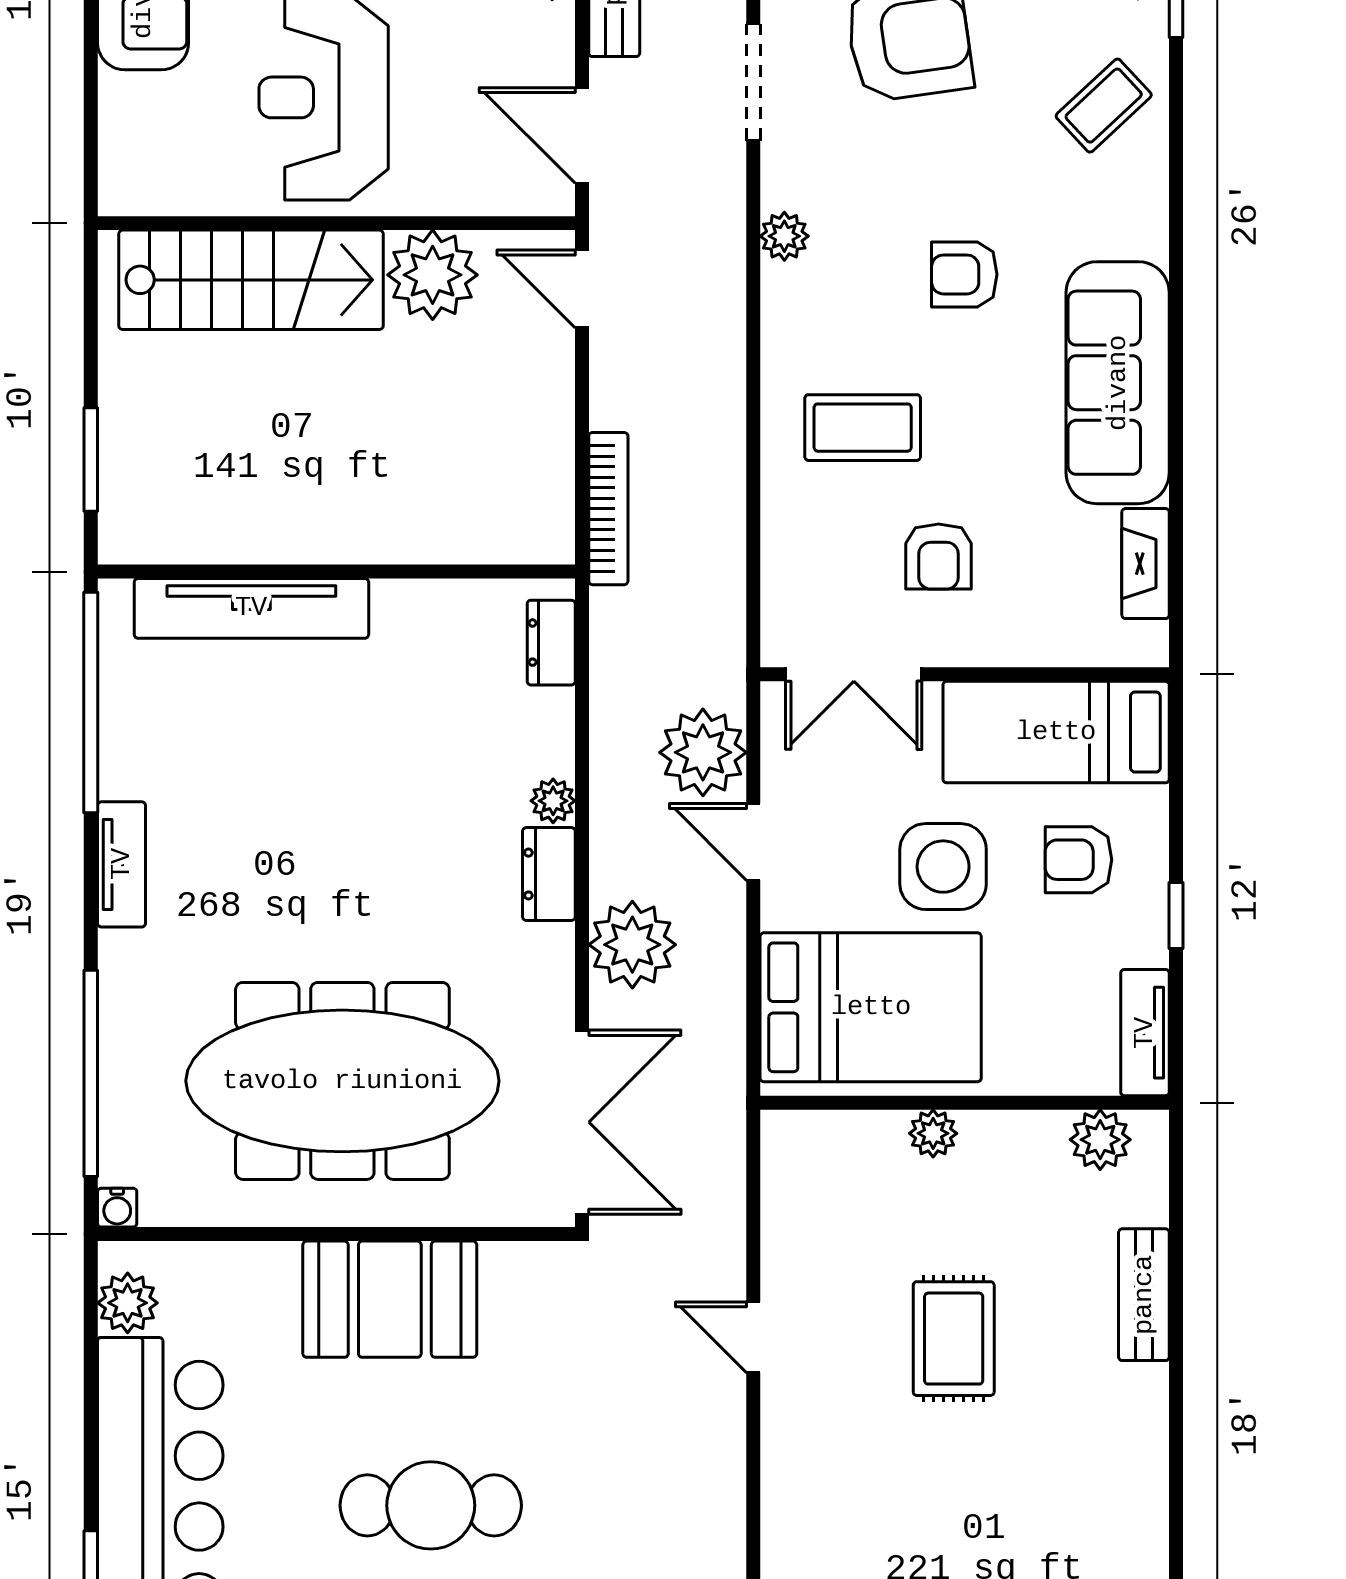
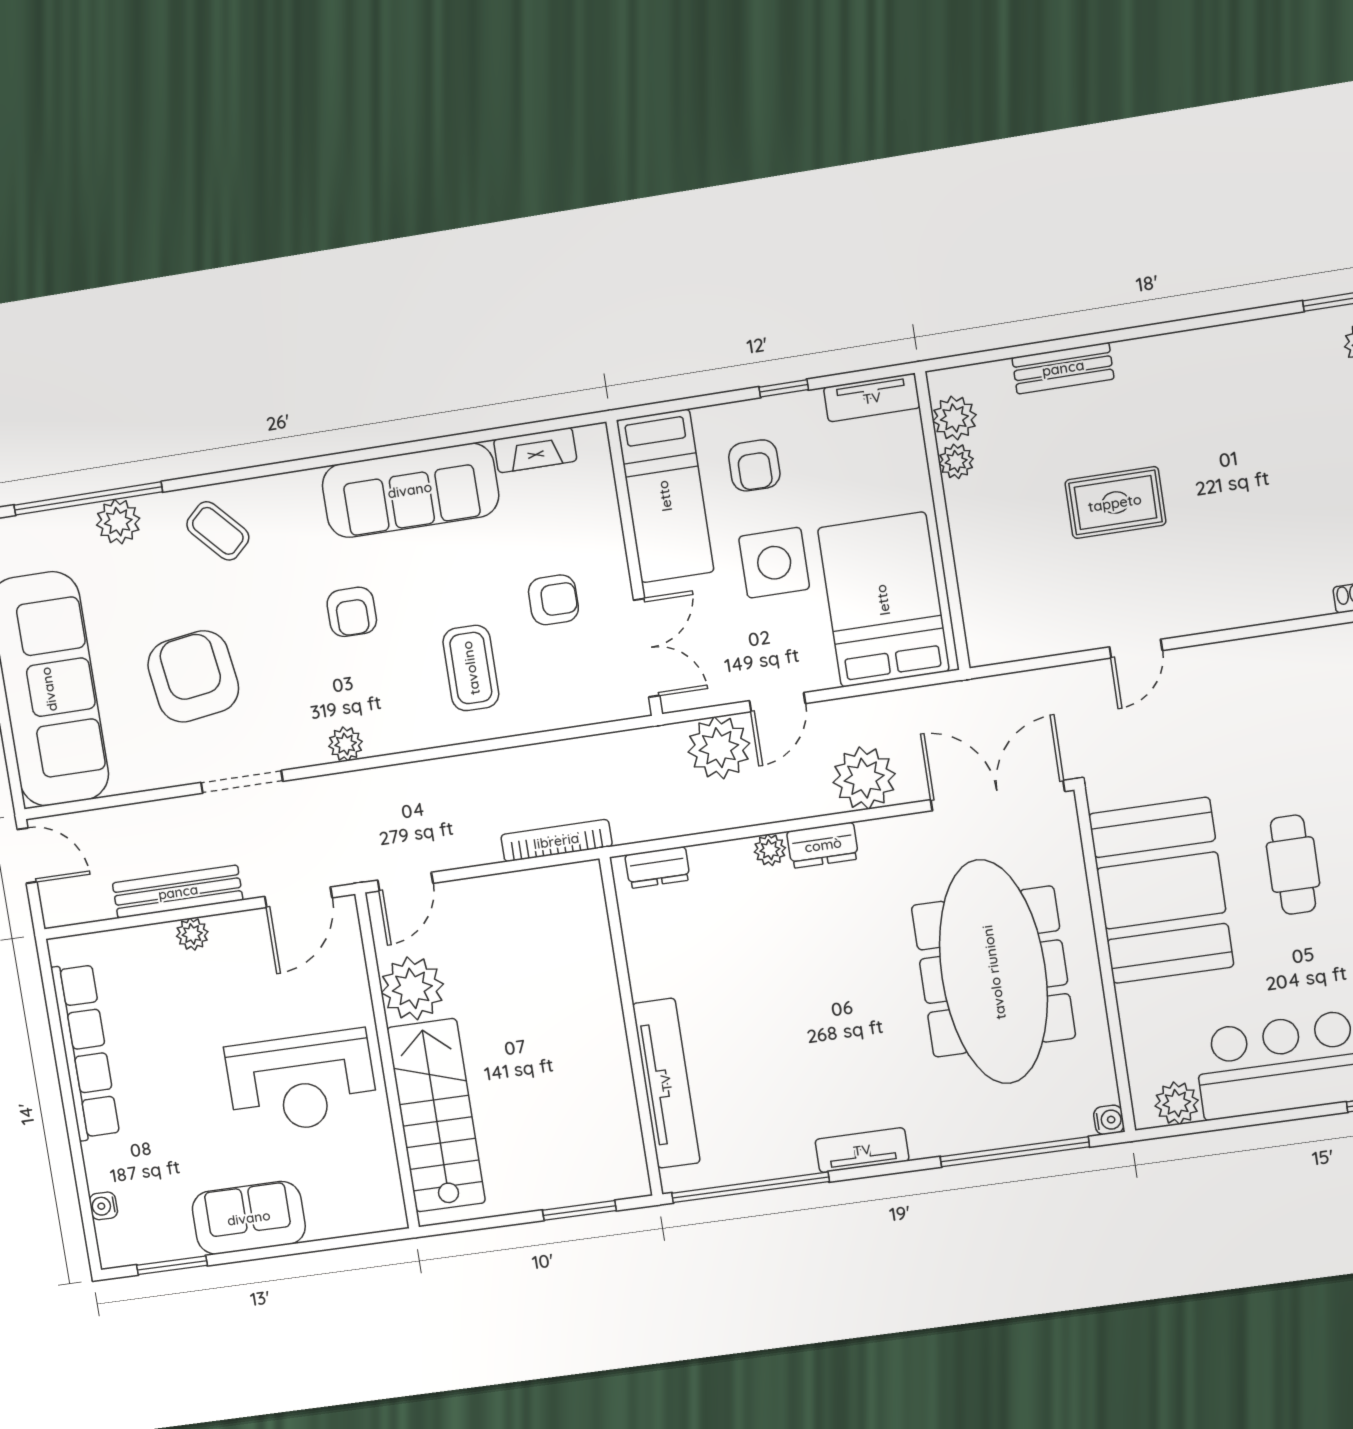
plant: (933, 1133) -> (956, 461), moved
booth: (390, 1299) -> (1161, 890), width x1.36, depth x1.42
cafe table: (431, 1505) -> (1293, 865), width x0.73, depth x0.74

